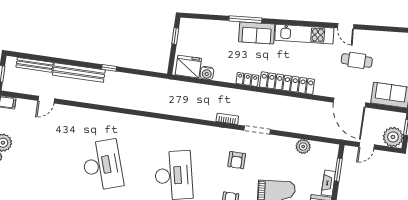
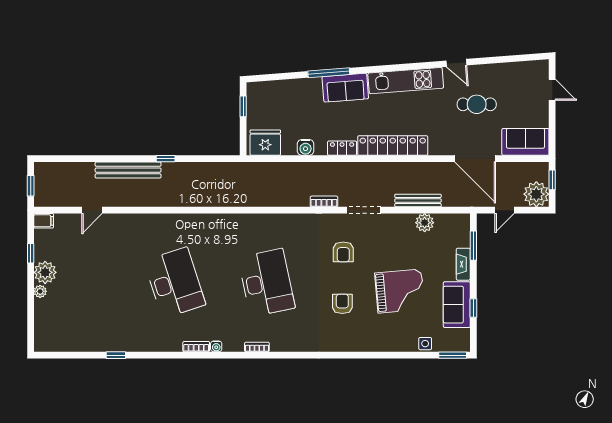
bench: (35, 65) -> (418, 201), moved
water cooler: (207, 73) -> (306, 147), moved

